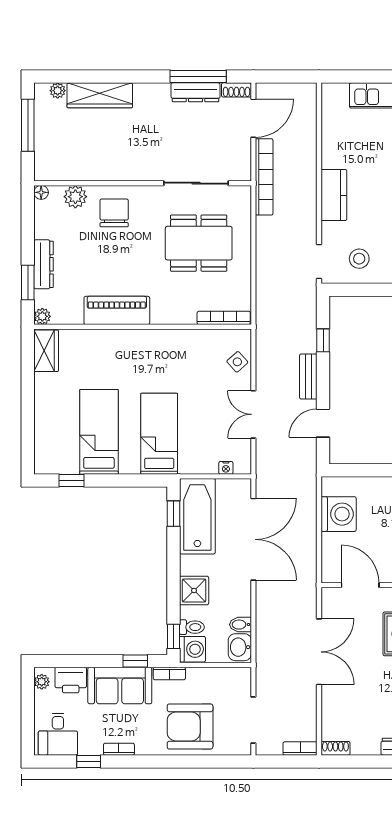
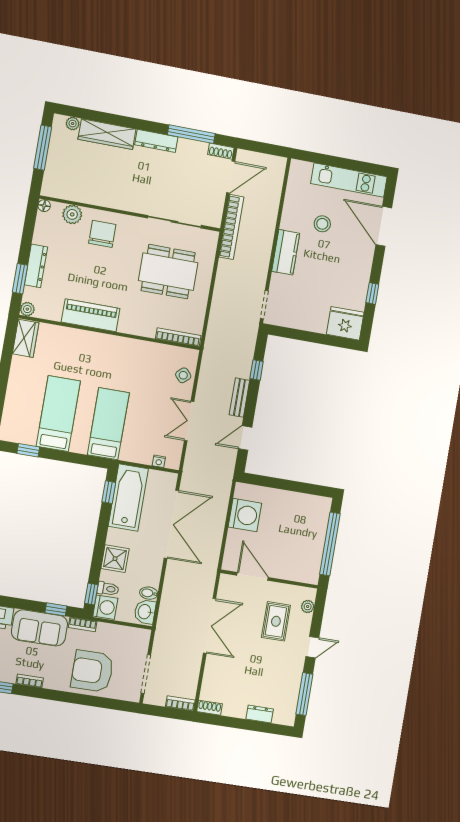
dresser: (196, 92) -> (156, 141), moved
stool: (359, 259) -> (322, 224), moved

